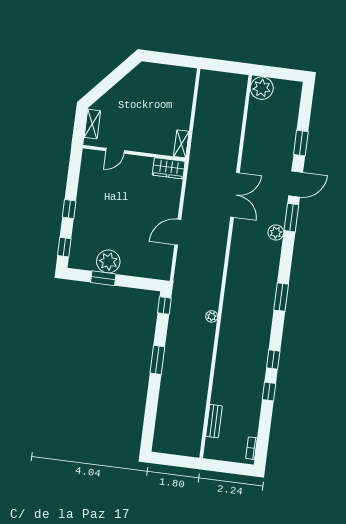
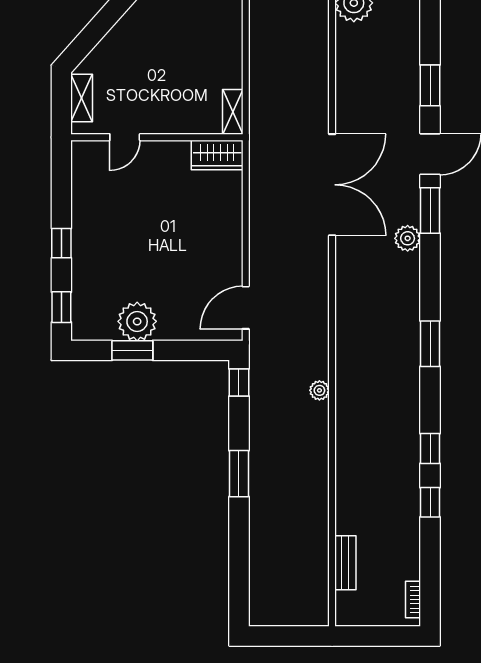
double door: (235, 195) -> (332, 185), width x1.36
door: (178, 232) -> (246, 308), moved

